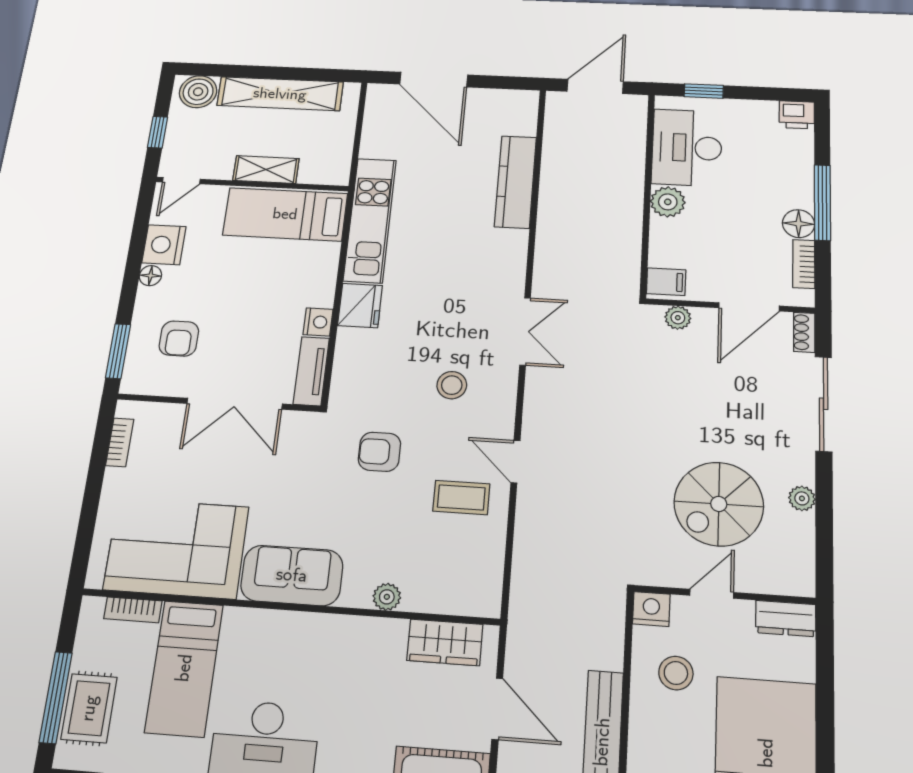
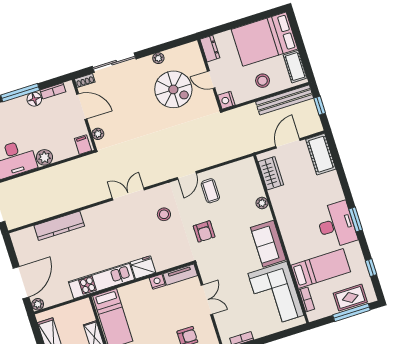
plant: (378, 94) -> (38, 304), added
double door: (235, 404) -> (207, 300), width x0.73
stool: (676, 673) -> (263, 81), moved

